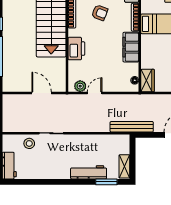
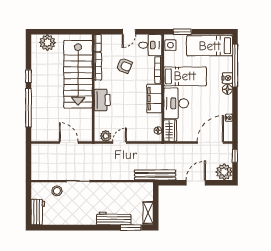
desk: (154, 52) -> (176, 103), added

